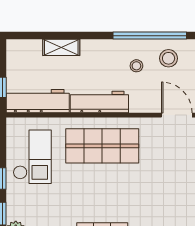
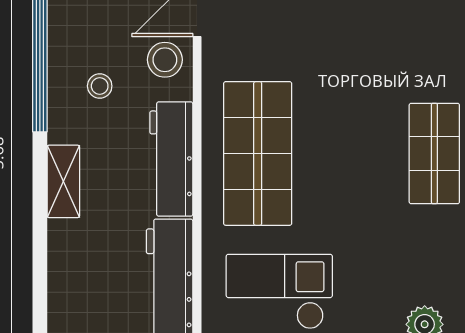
shelving: (61, 47) -> (63, 181), moved
stool: (169, 58) -> (165, 60), moved

